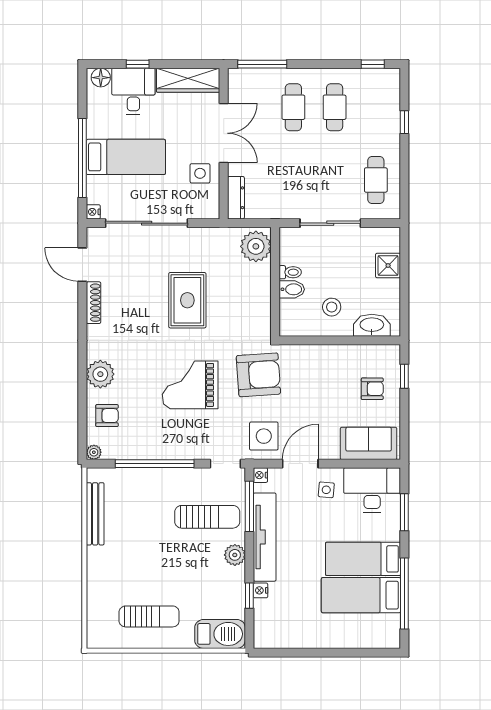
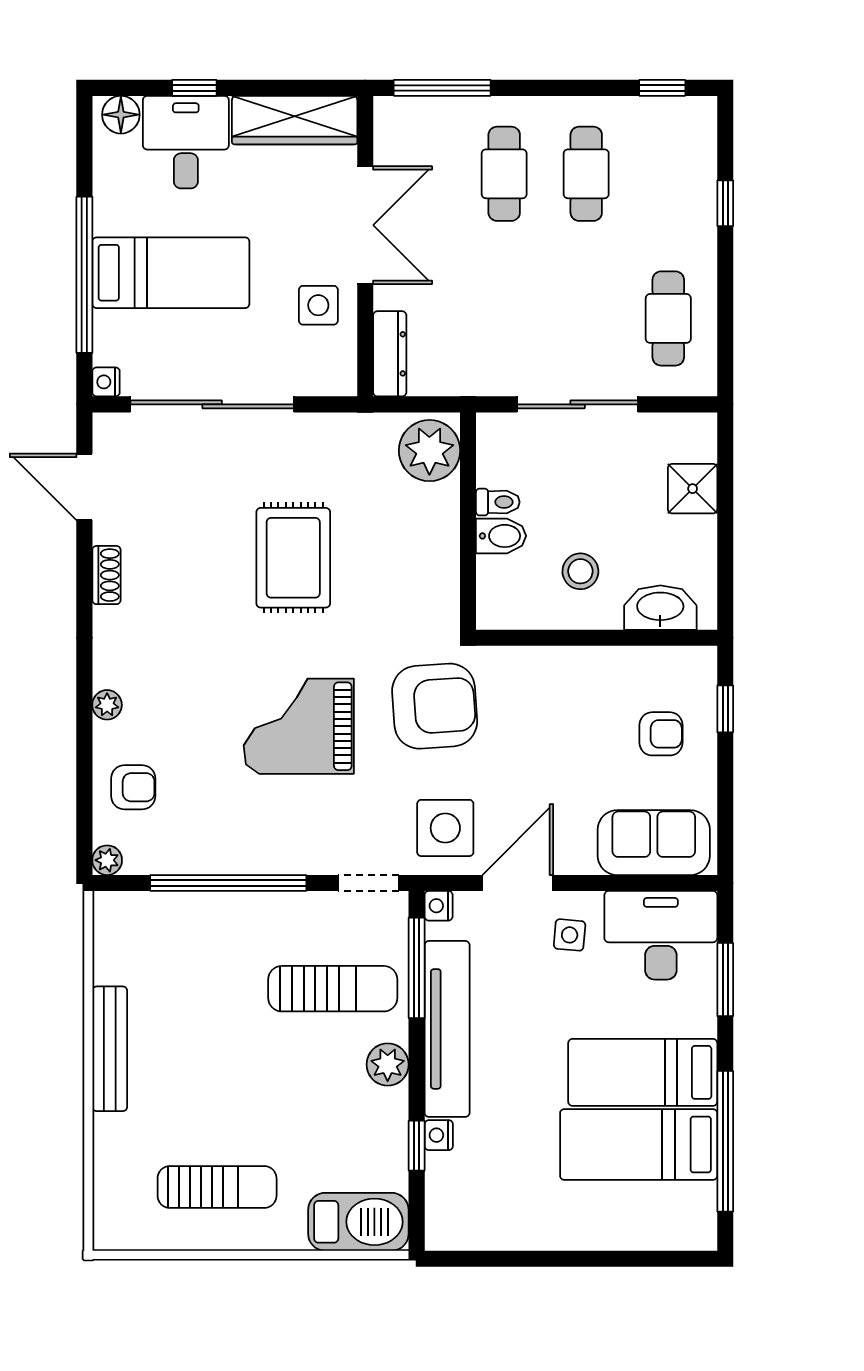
shoe rack: (93, 303) -> (106, 575), width x0.70
plant: (100, 374) -> (107, 705), width x0.53, depth x0.53
bench: (95, 514) -> (110, 1049), moved

